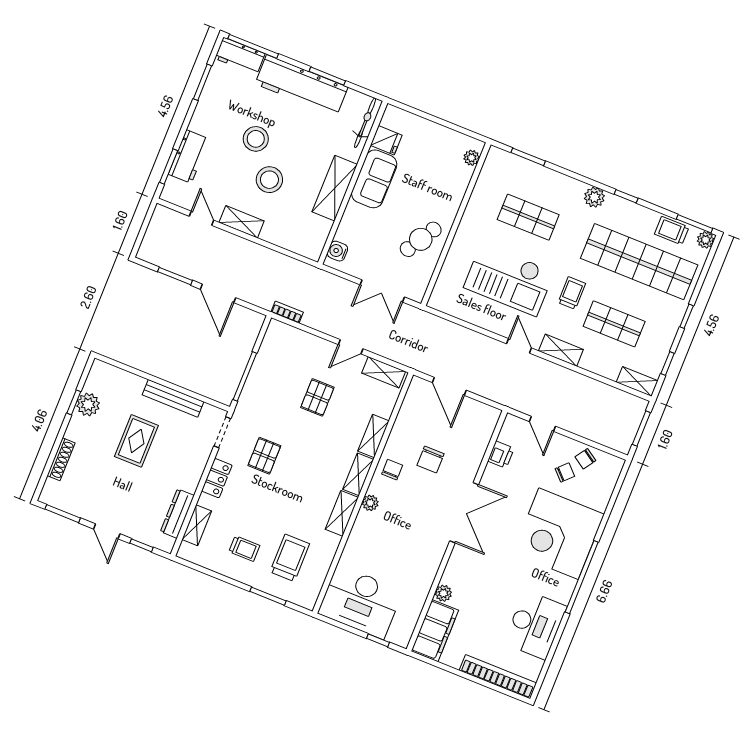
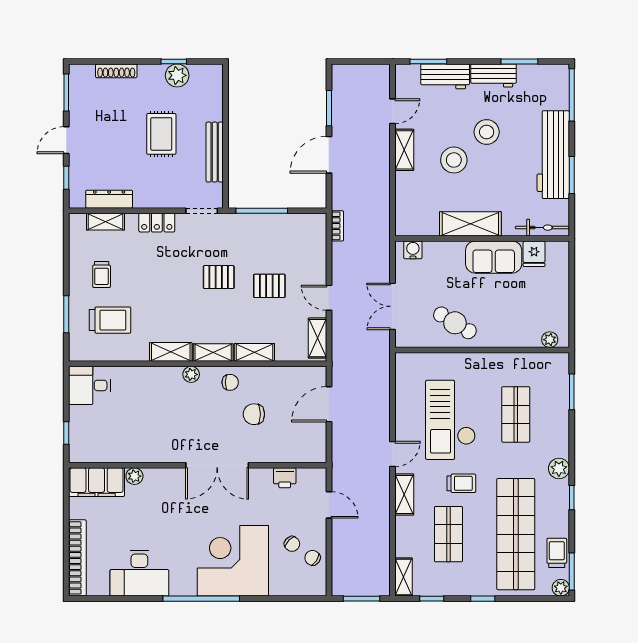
workbench: (240, 56) -> (494, 75), moved, turned -90
door: (542, 424) -> (329, 505), swing flipped
rug: (136, 441) -> (161, 134), turned 90
pallet: (264, 456) -> (219, 277), moved
desk: (360, 602) -> (89, 385), width x0.53, depth x0.77

